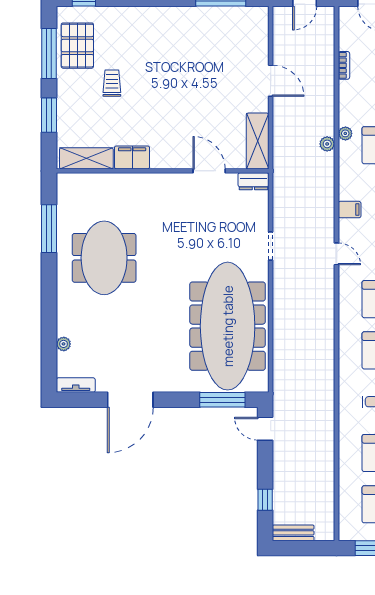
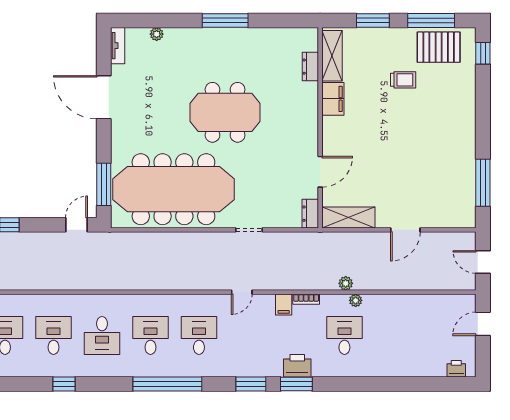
bookcase: (344, 65) -> (306, 299), moved
dresser: (98, 181) -> (310, 67), added
window: (49, 229) -> (225, 20), moved
meeting table: (104, 258) -> (225, 112), moved

